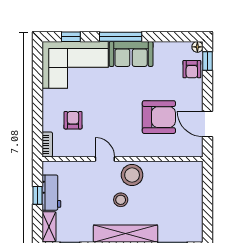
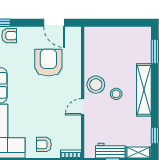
armchair: (73, 120) -> (44, 144), moved
door: (208, 124) -> (54, 23), hinge flipped

